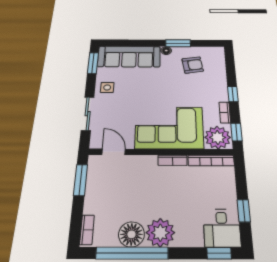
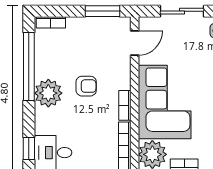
armchair: (154, 195) -> (86, 86), added
floor lamp: (131, 234) -> (47, 65), removed

